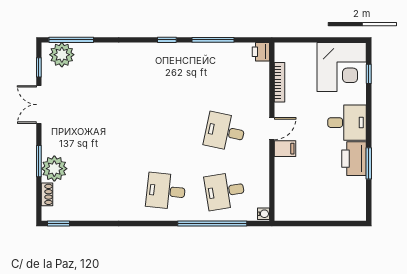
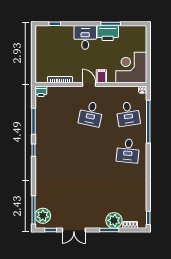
corner desk: (342, 67) -> (131, 67), moved, turned -90

